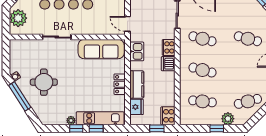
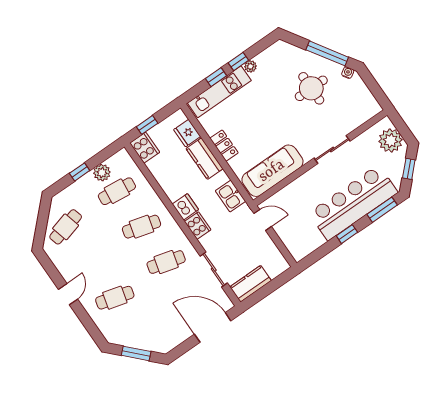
plant: (228, 119) -> (102, 173), moved

